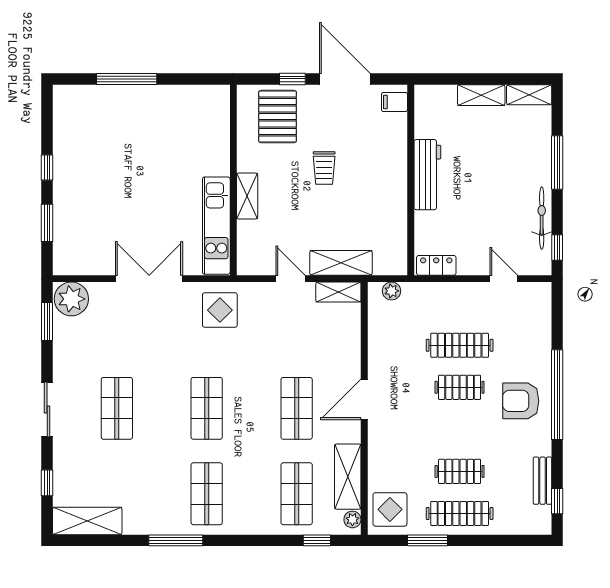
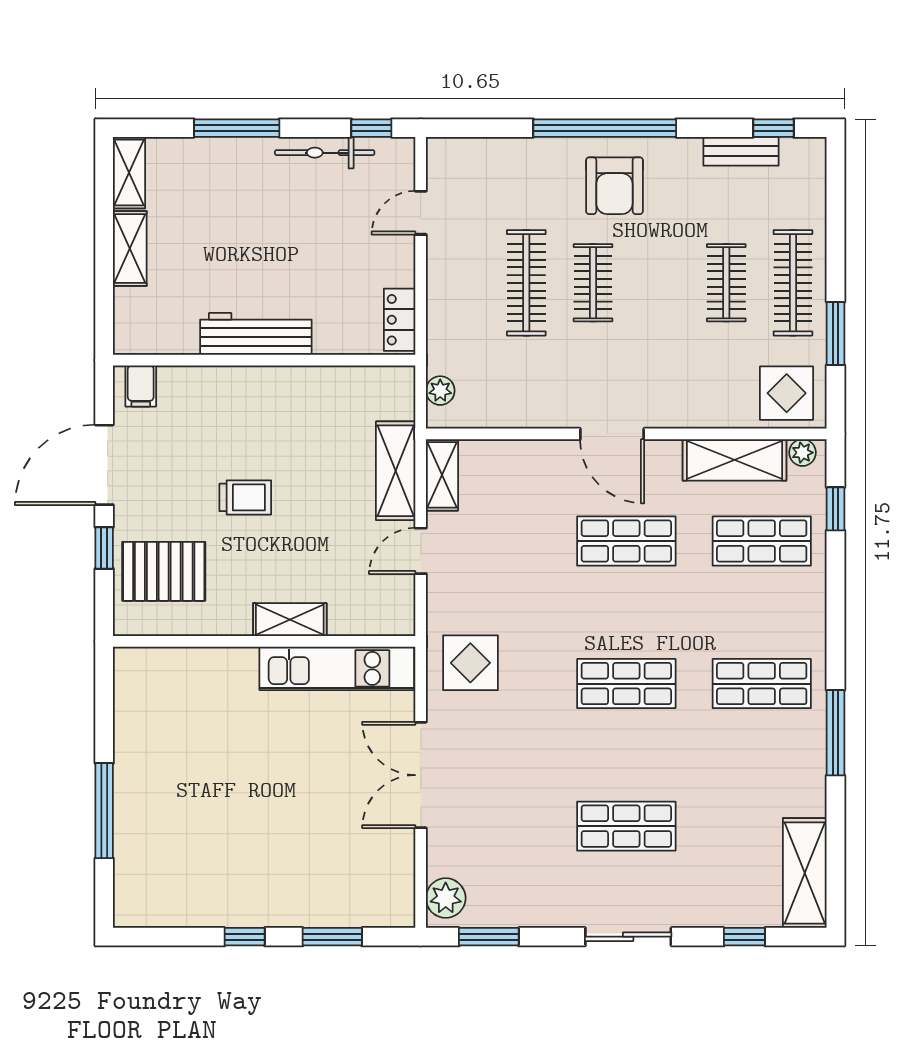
plant: (71, 299) -> (446, 898), width x0.73, depth x0.73

